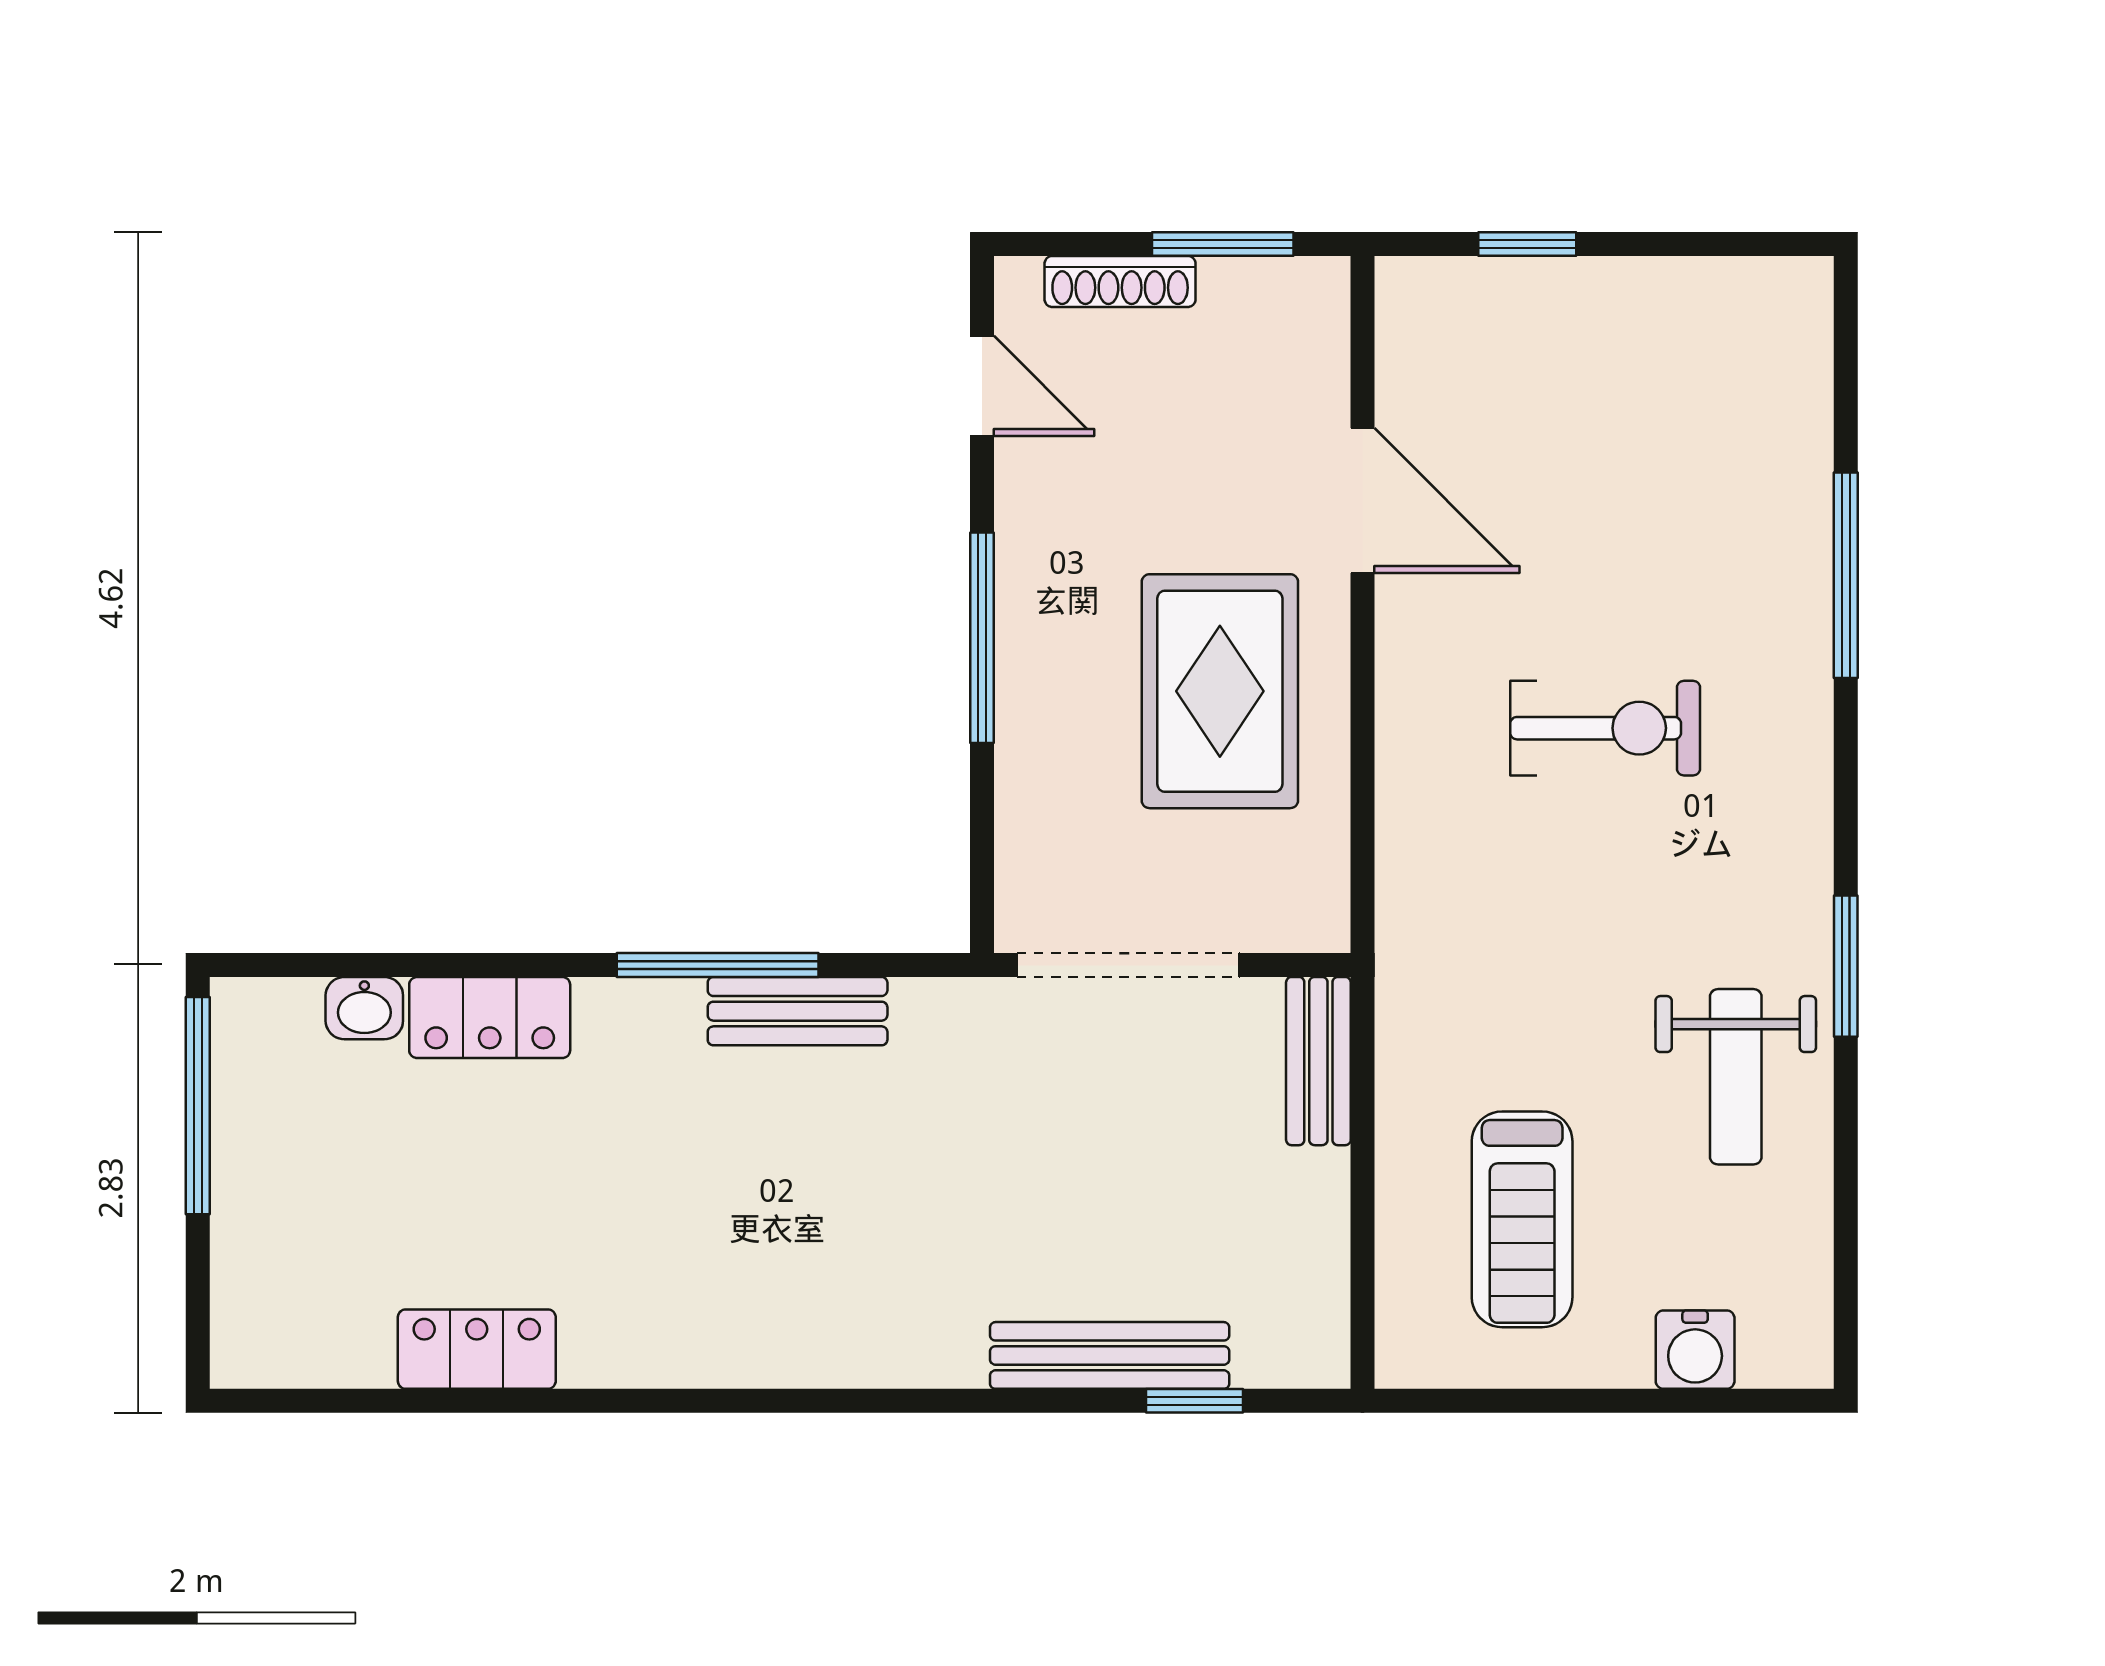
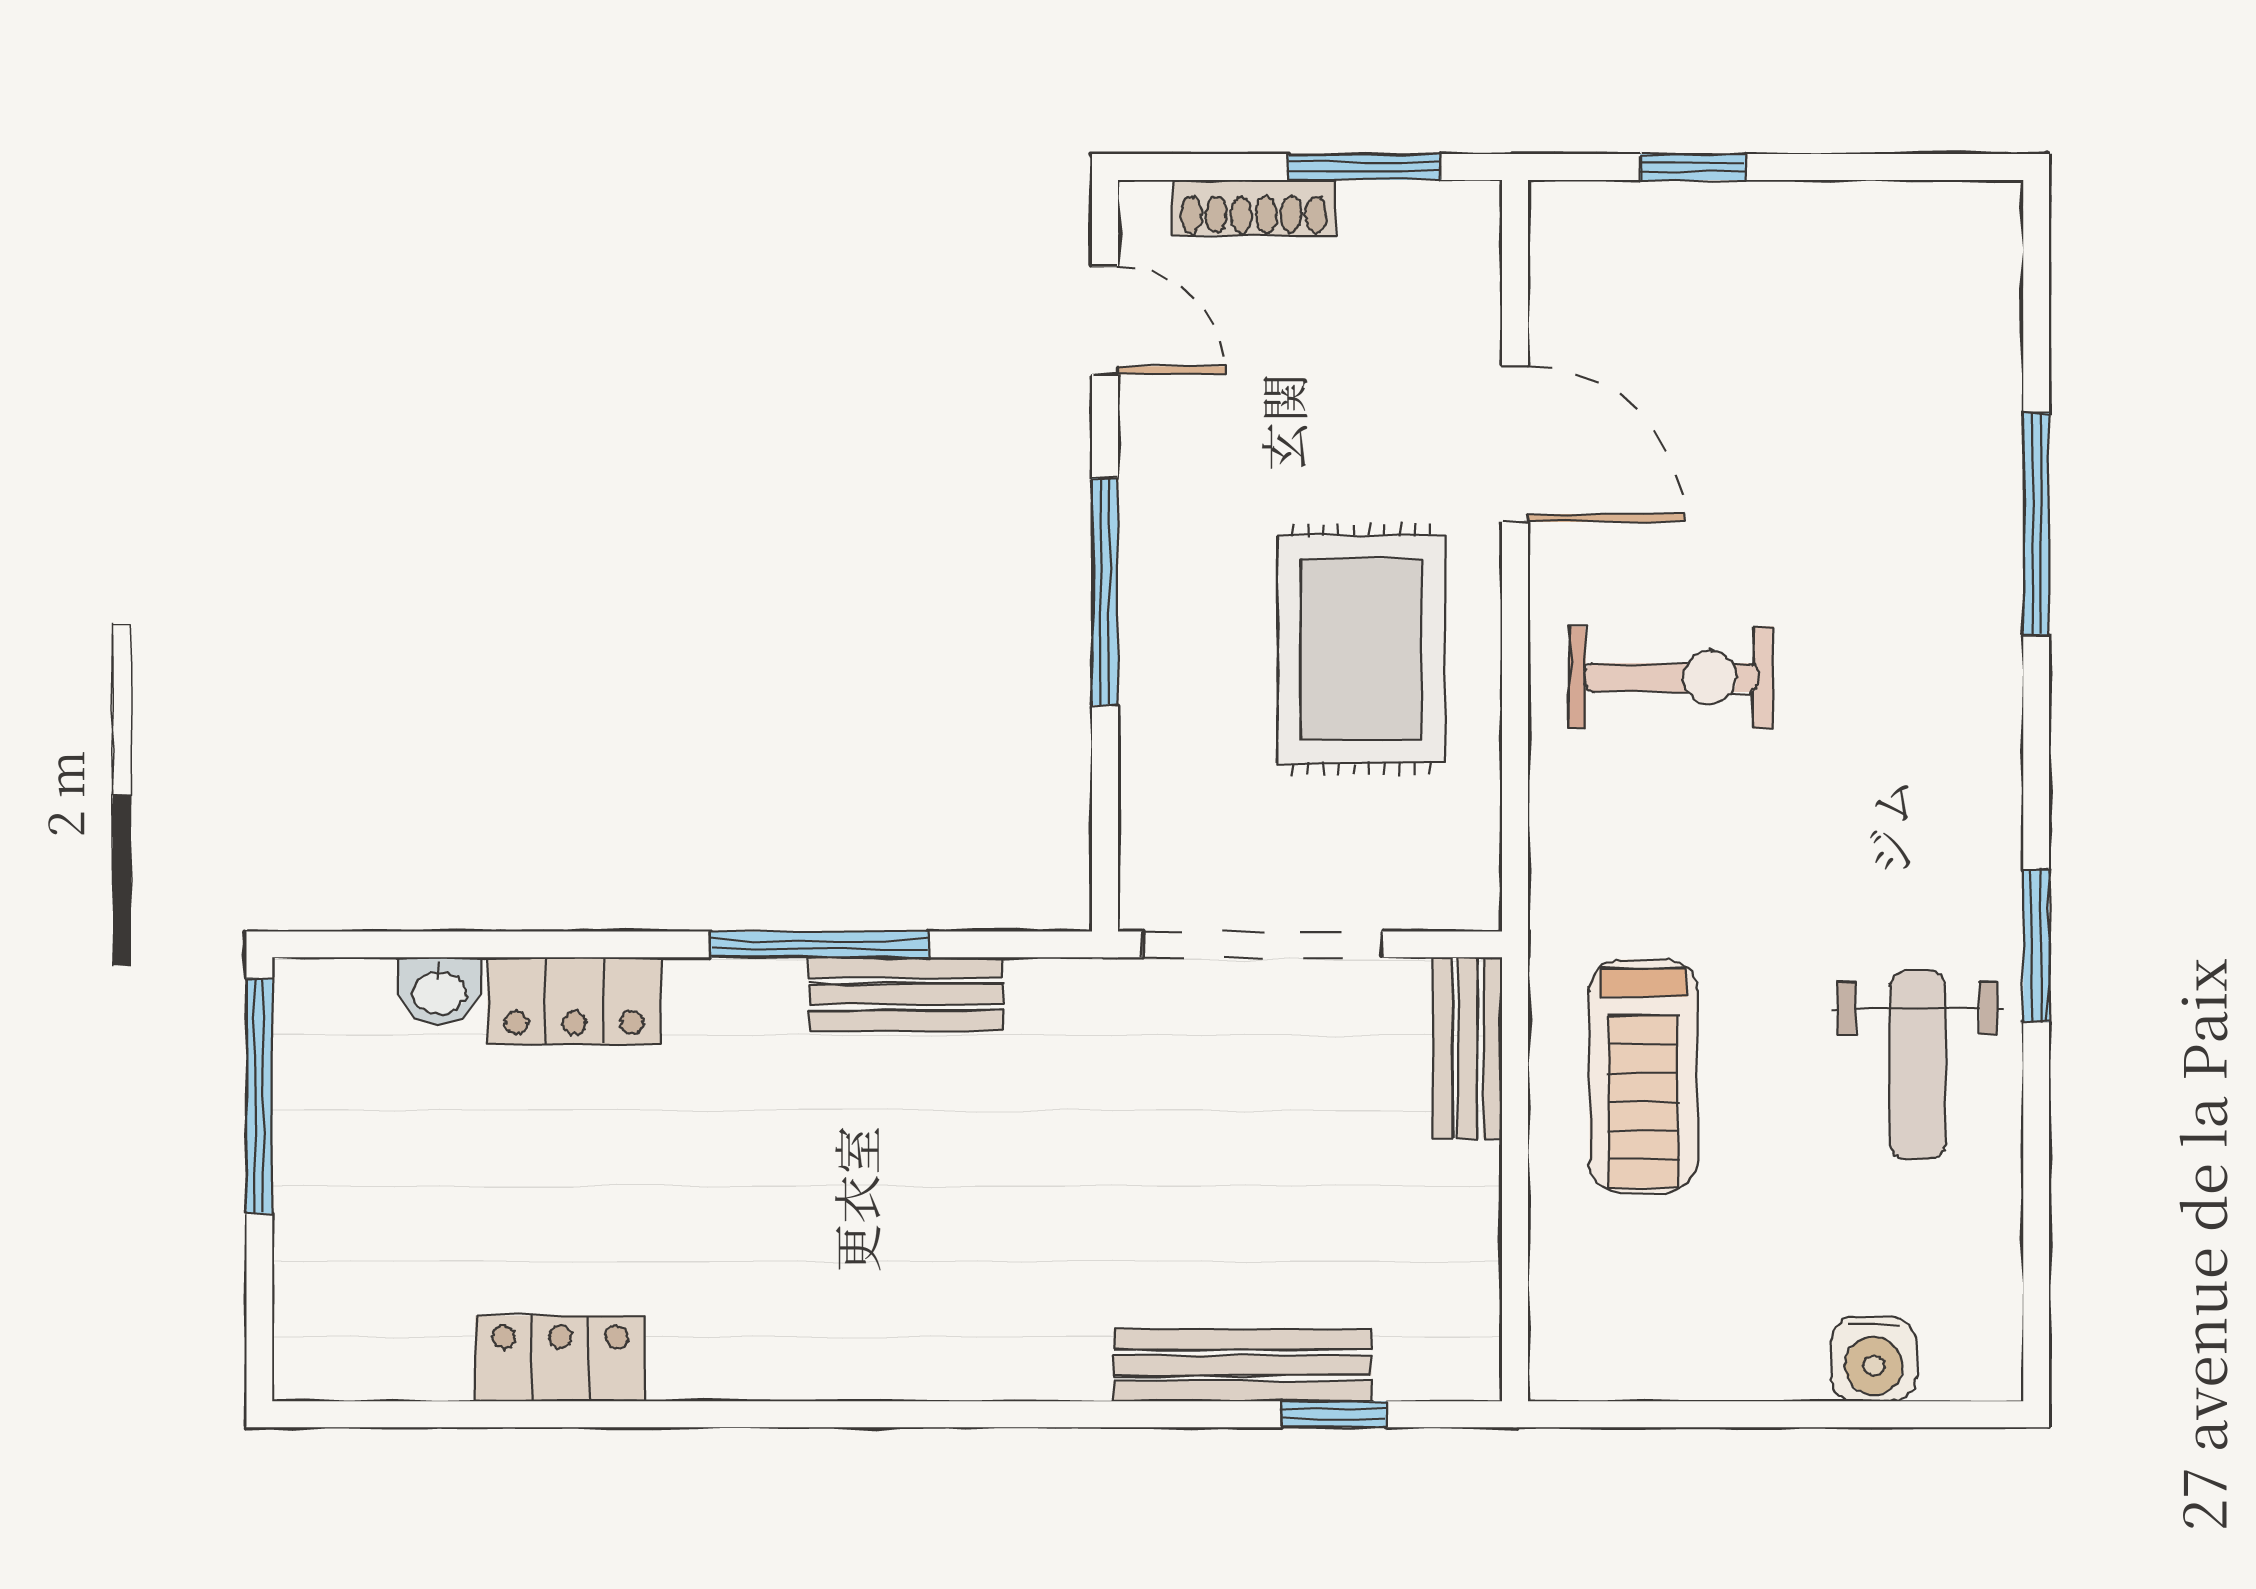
exercise bike: (1605, 728) -> (1671, 677), moved
treadmill: (1522, 1219) -> (1643, 1076), moved

